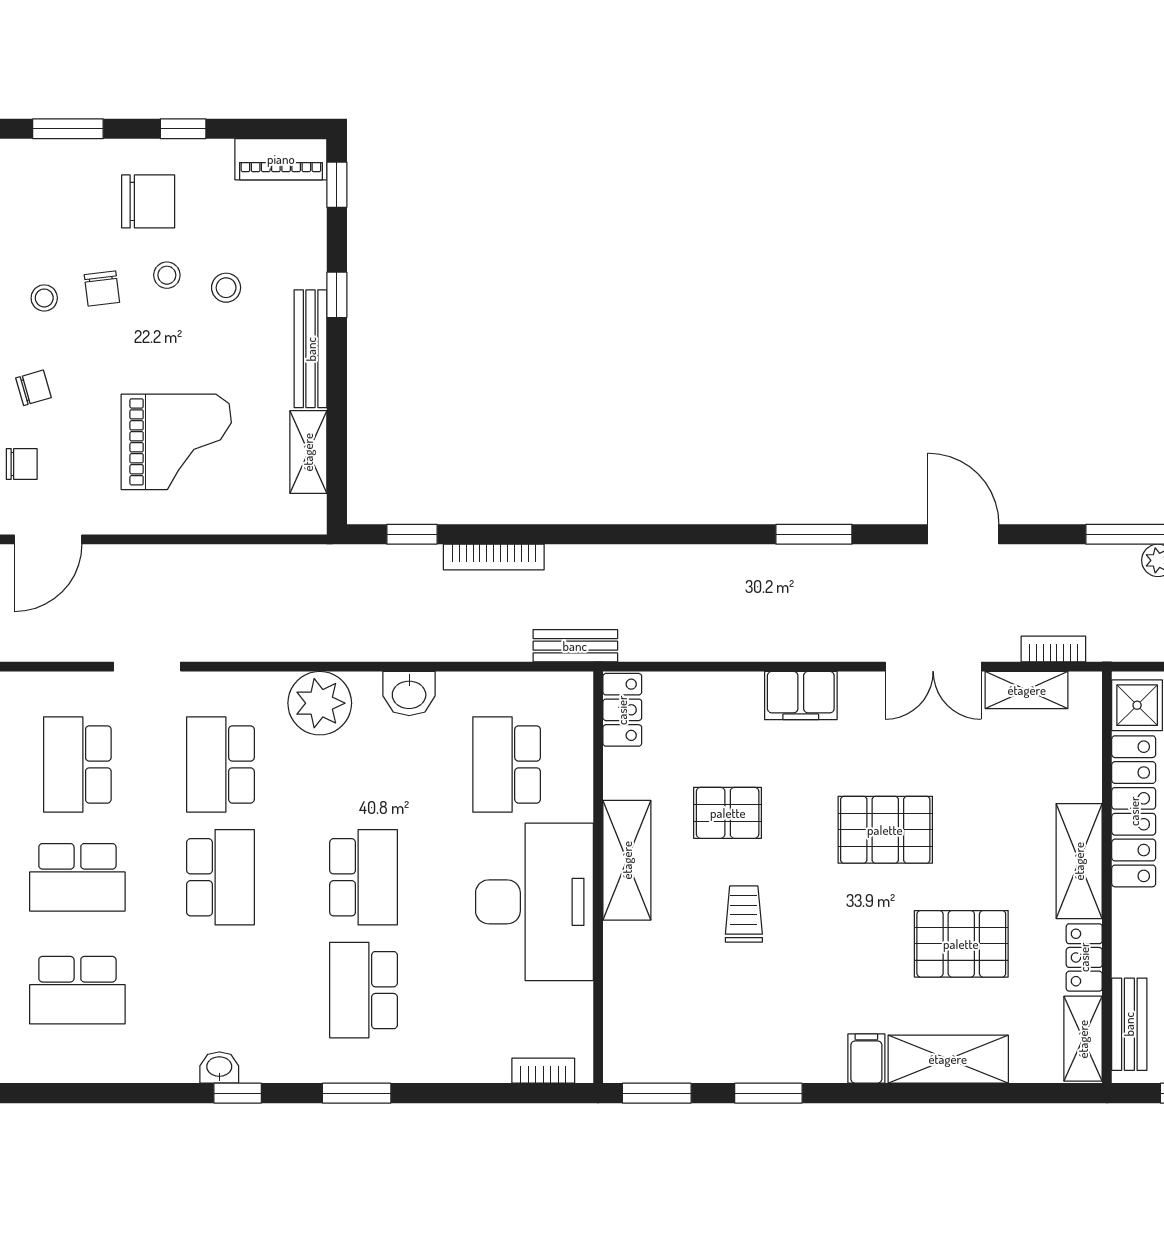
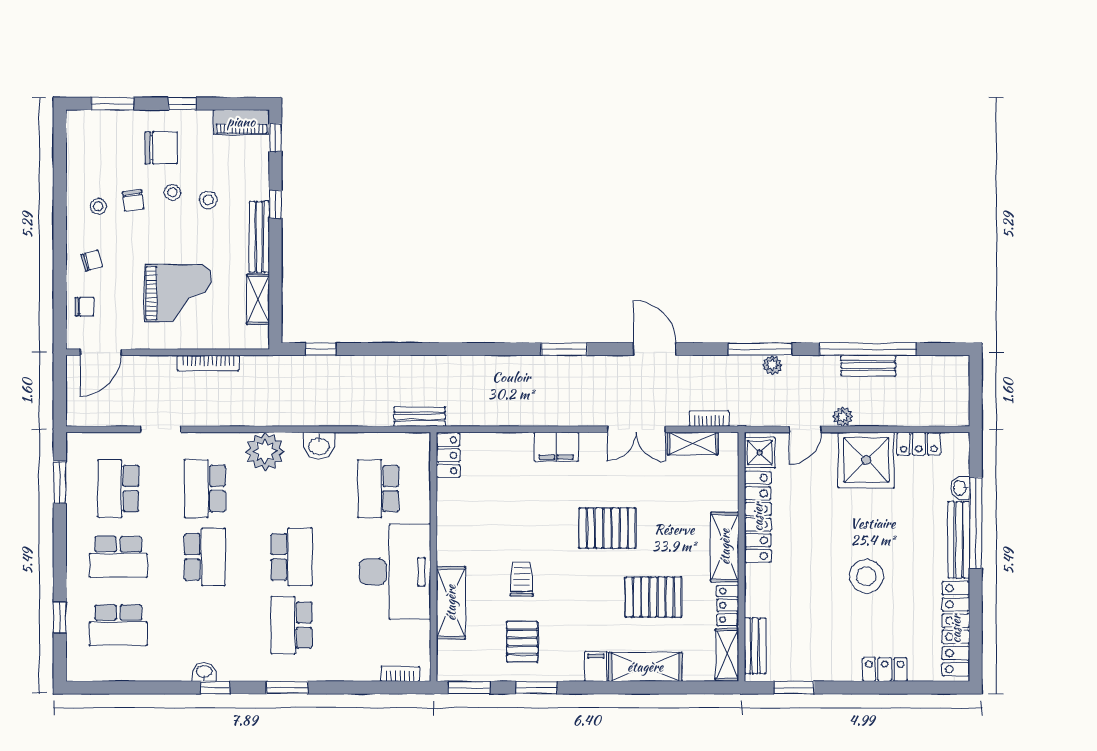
bookcase: (494, 557) -> (208, 363), moved
pallet: (728, 813) -> (522, 642), moved, turned 90
shelving: (627, 860) -> (451, 603), moved

